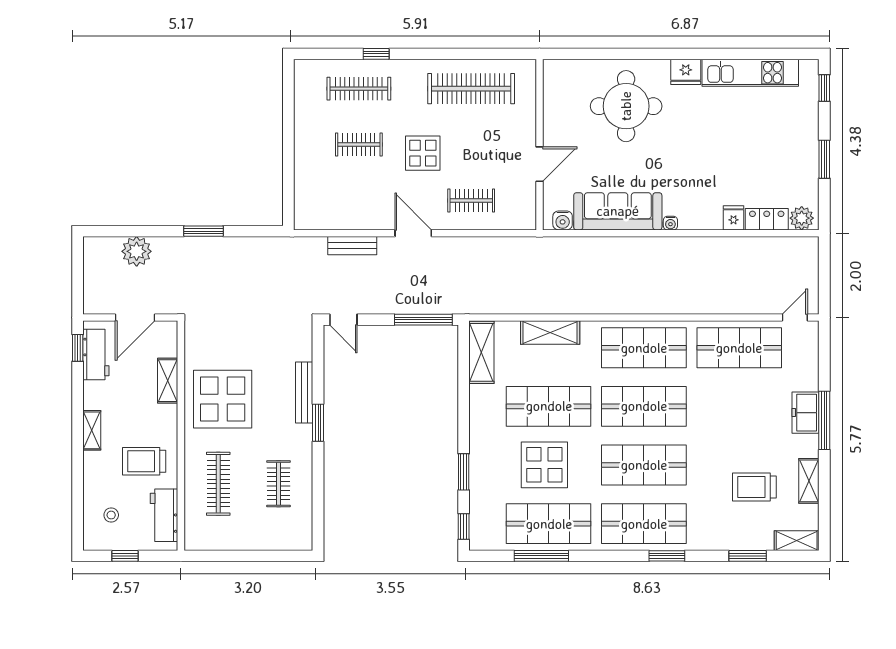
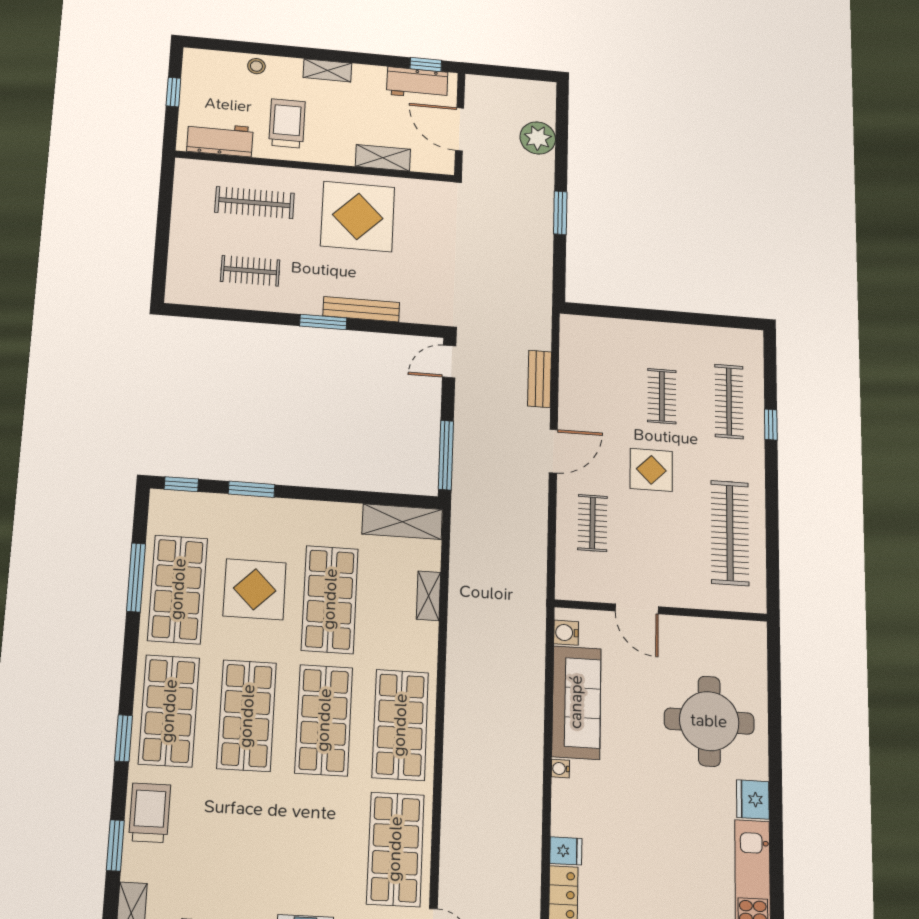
shelving: (550, 333) -> (429, 596), width x0.67, depth x0.75
trolley: (754, 487) -> (150, 813), moved
stool: (111, 515) -> (256, 66), moved

